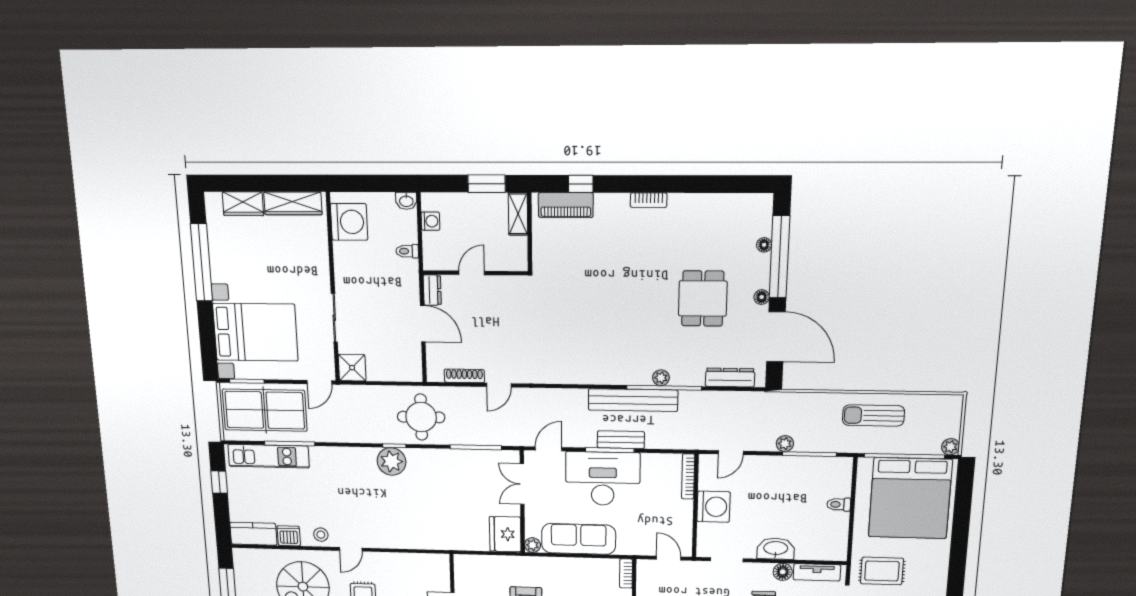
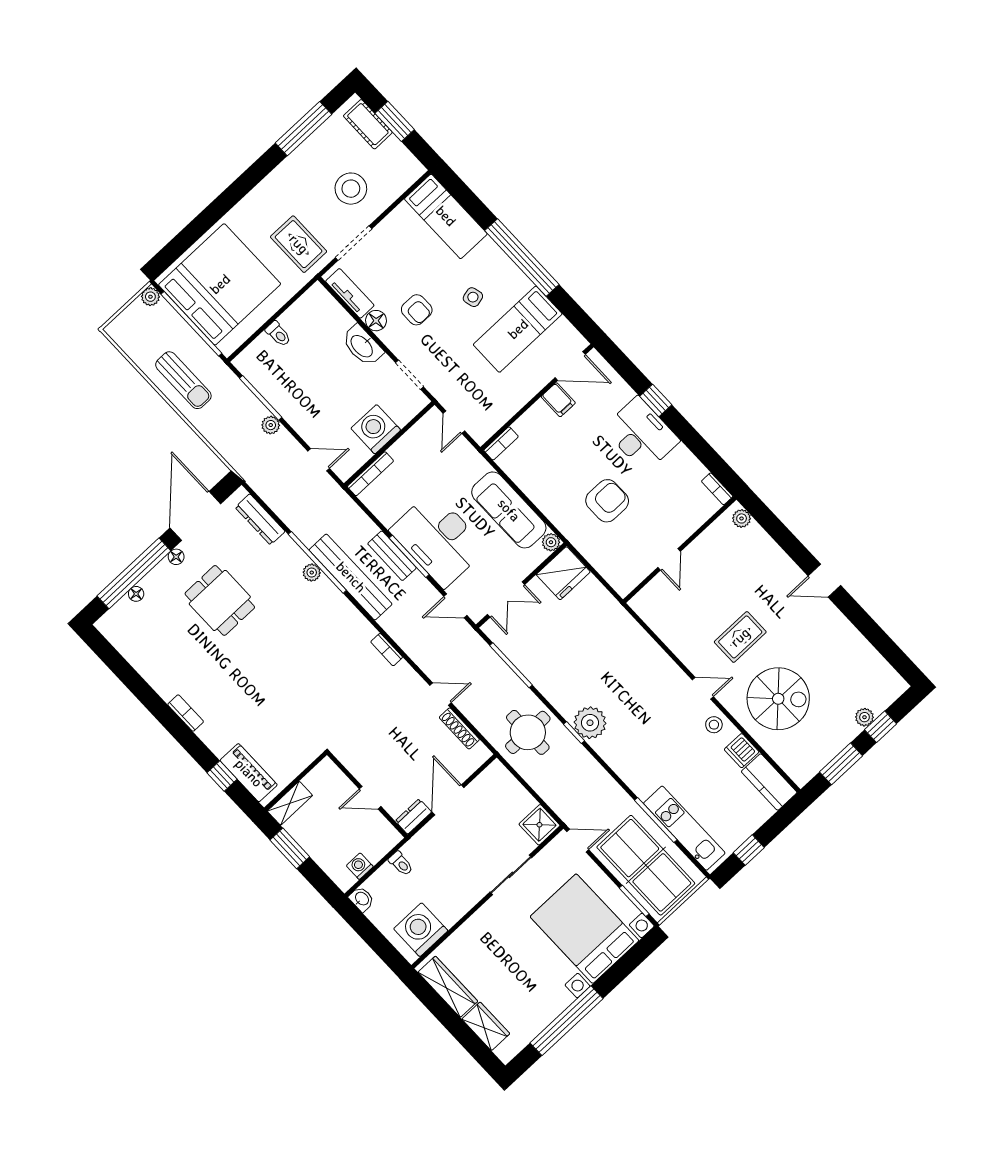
dining table: (703, 298) -> (220, 600), turned 90
bookcase: (562, 378) -> (387, 650), added

